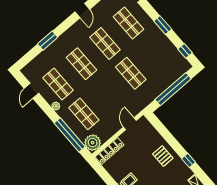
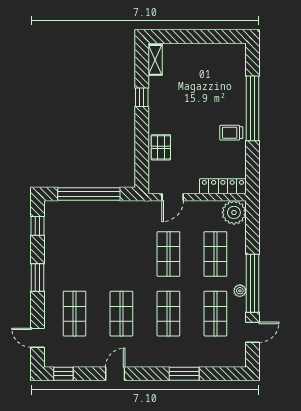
shop shelf: (131, 73) -> (168, 254), moved
window: (70, 135) -> (252, 283), moved
pallet: (163, 156) -> (161, 147), moved

